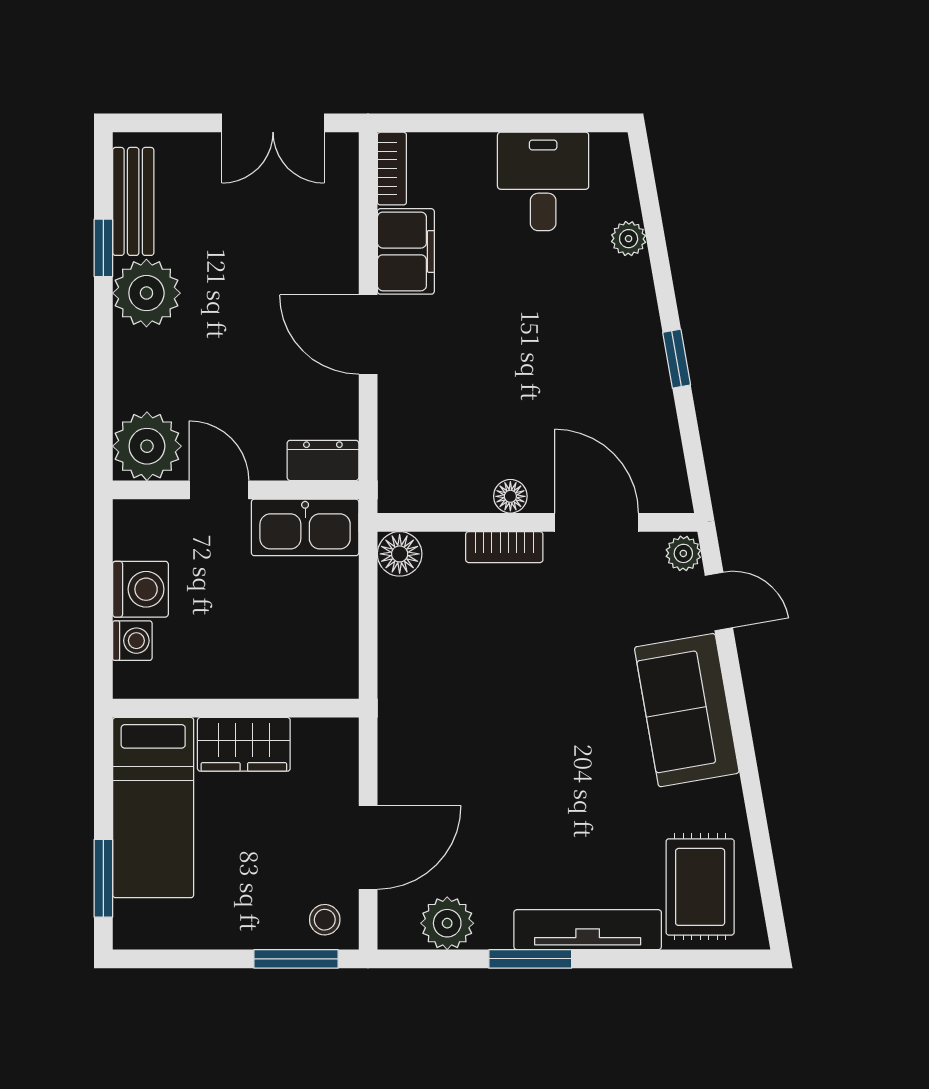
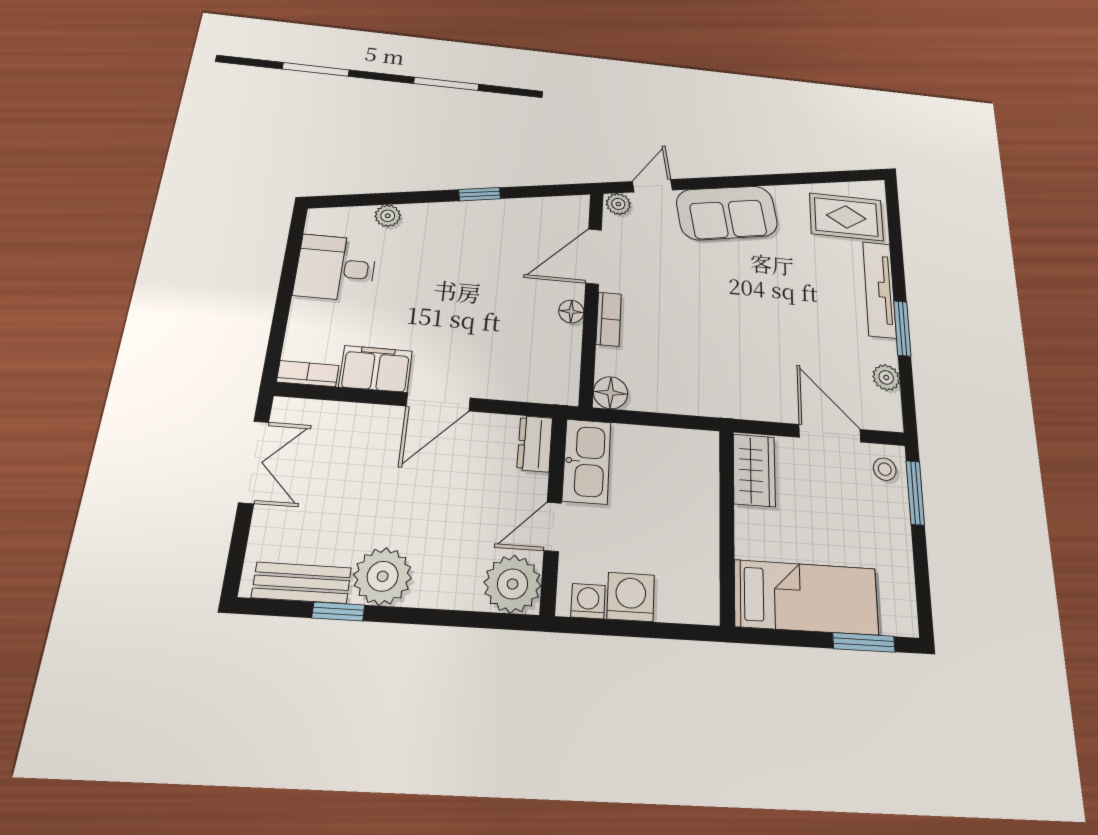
washing machine: (132, 641) -> (588, 601), moved
wardrobe: (244, 744) -> (754, 470), moved
plant: (447, 923) -> (886, 377), width x0.73, depth x0.73

